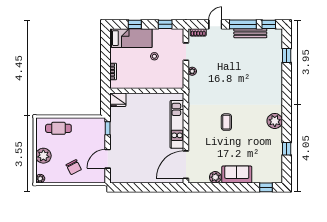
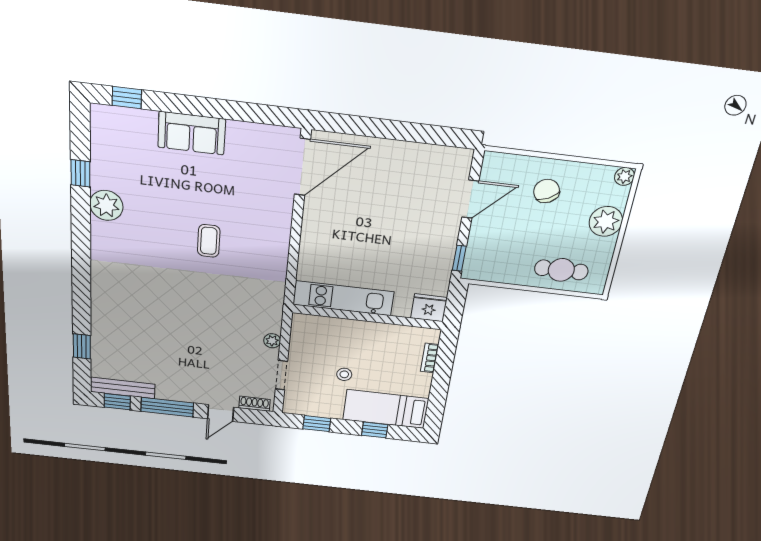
bench: (250, 33) -> (123, 388), moved
plant: (275, 121) -> (106, 205), moved
kitchen unit: (177, 124) -> (343, 298), moved, turned -90
plant: (215, 177) -> (240, 133), removed

